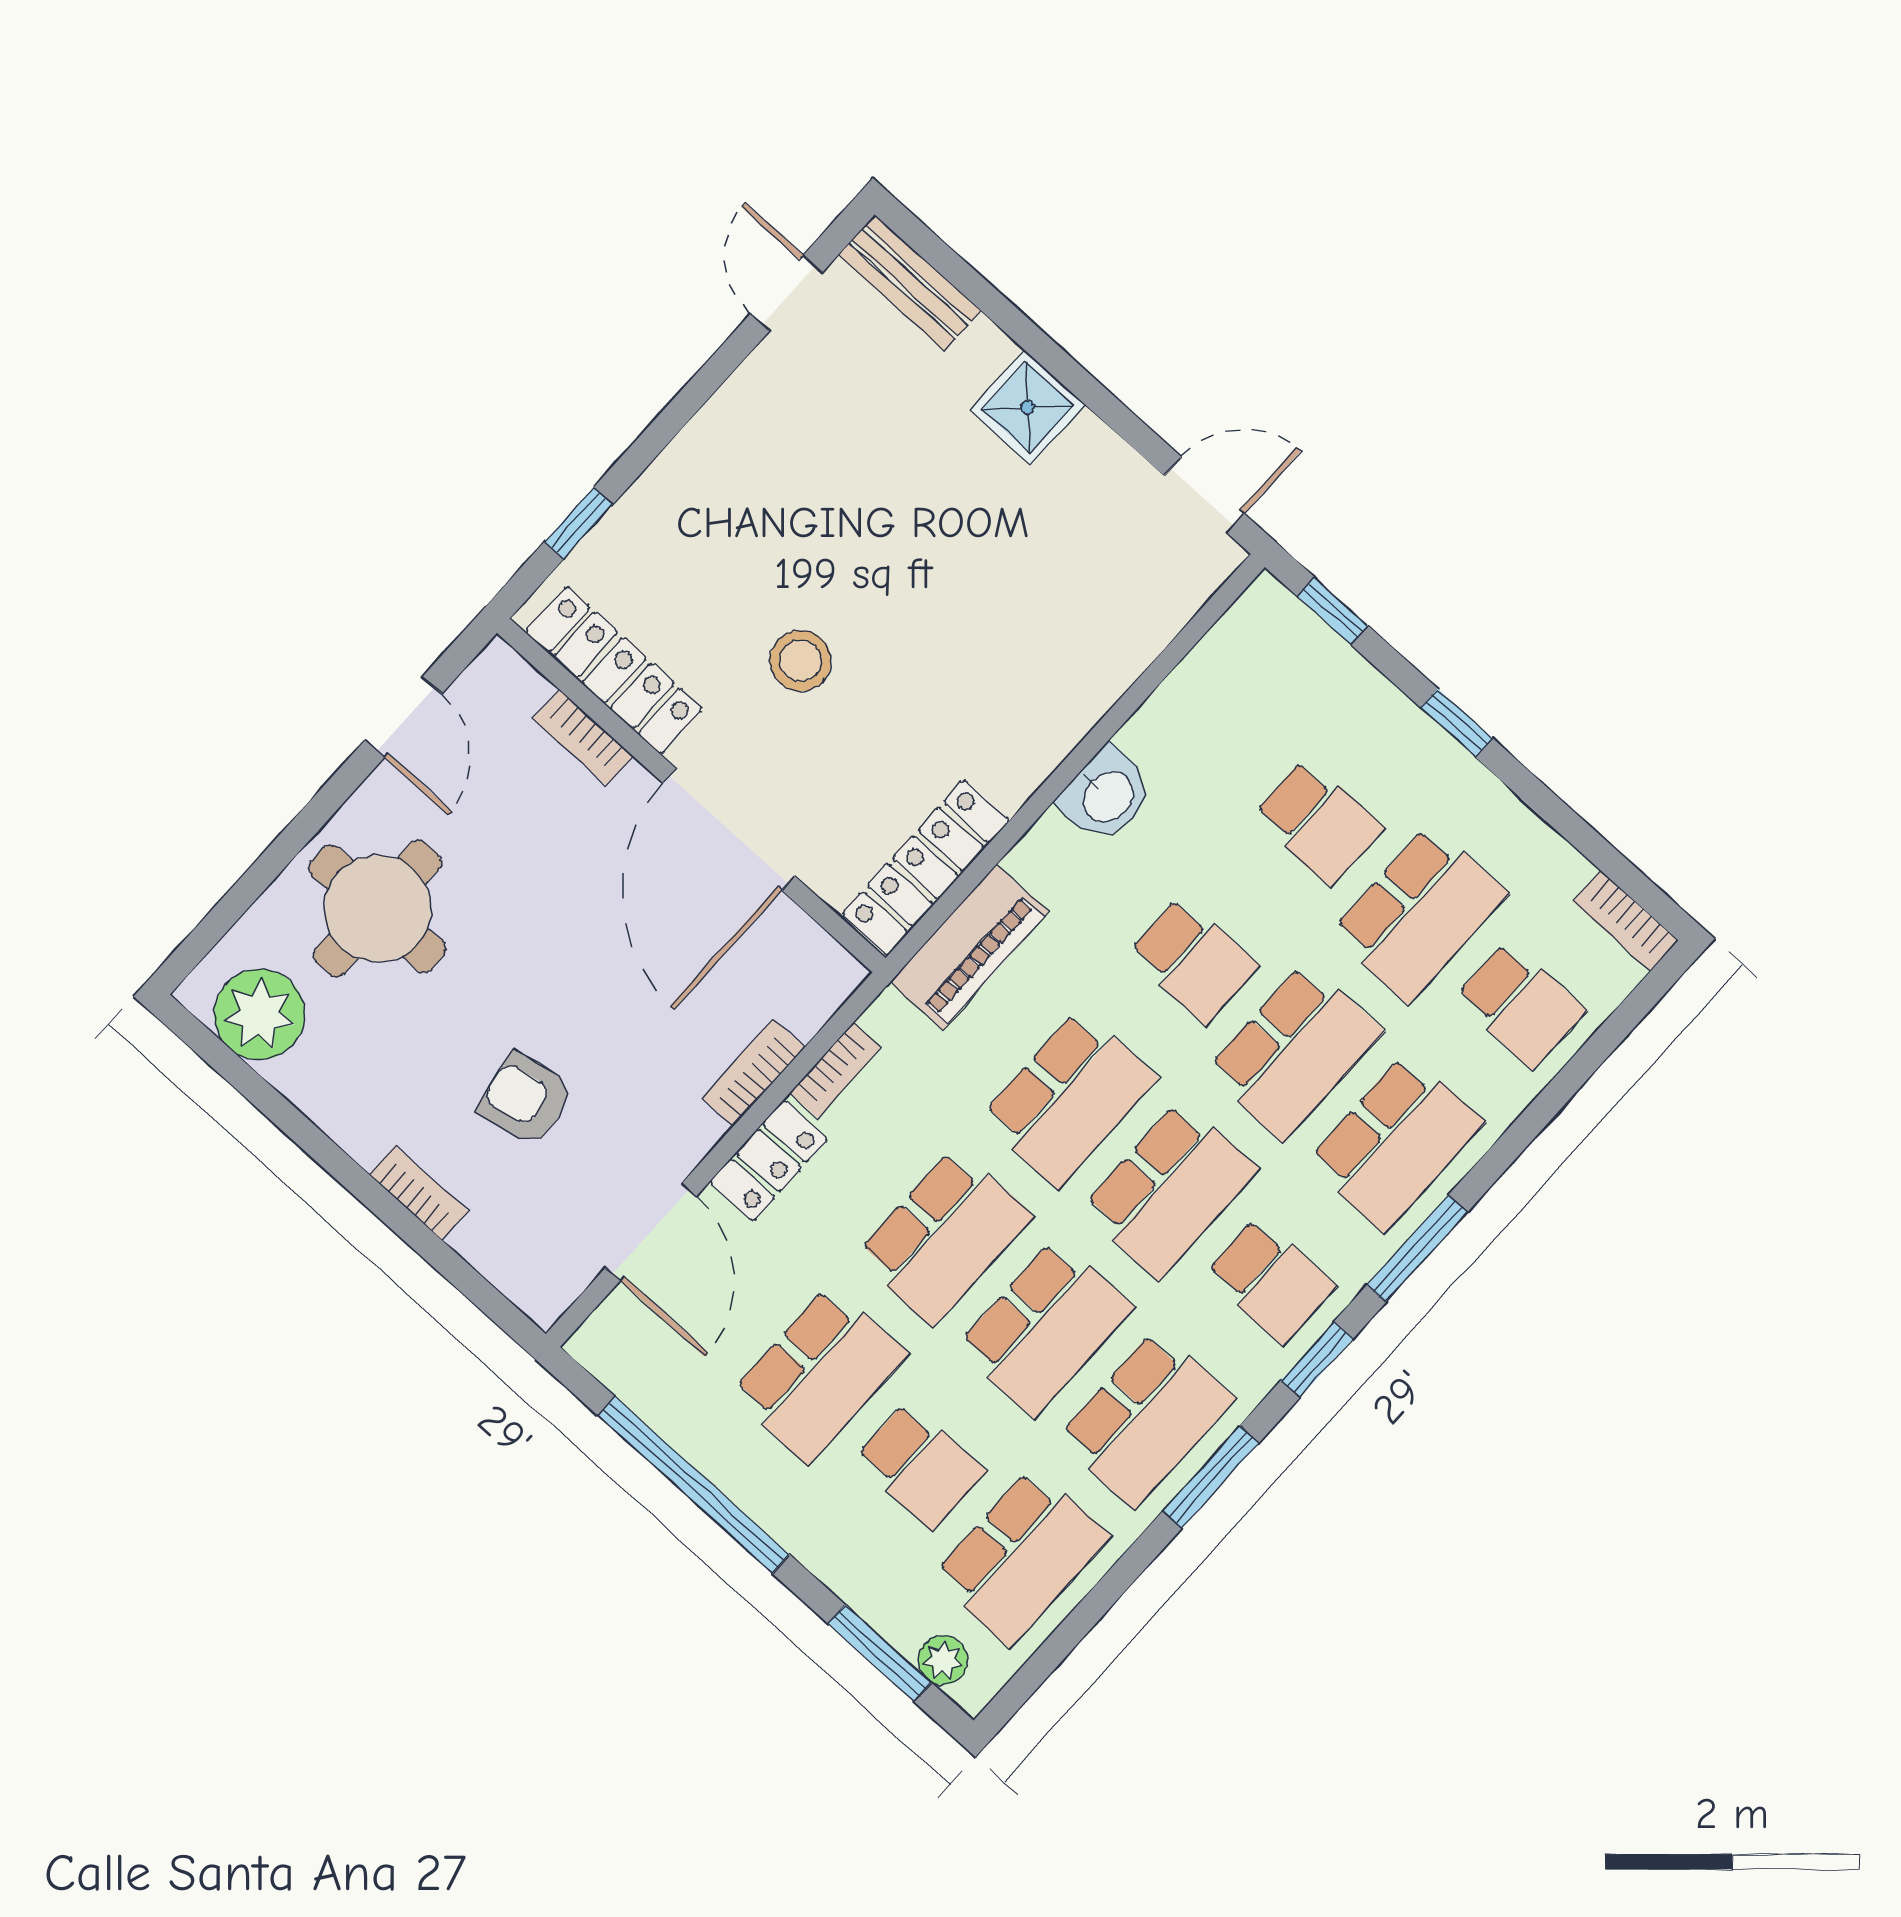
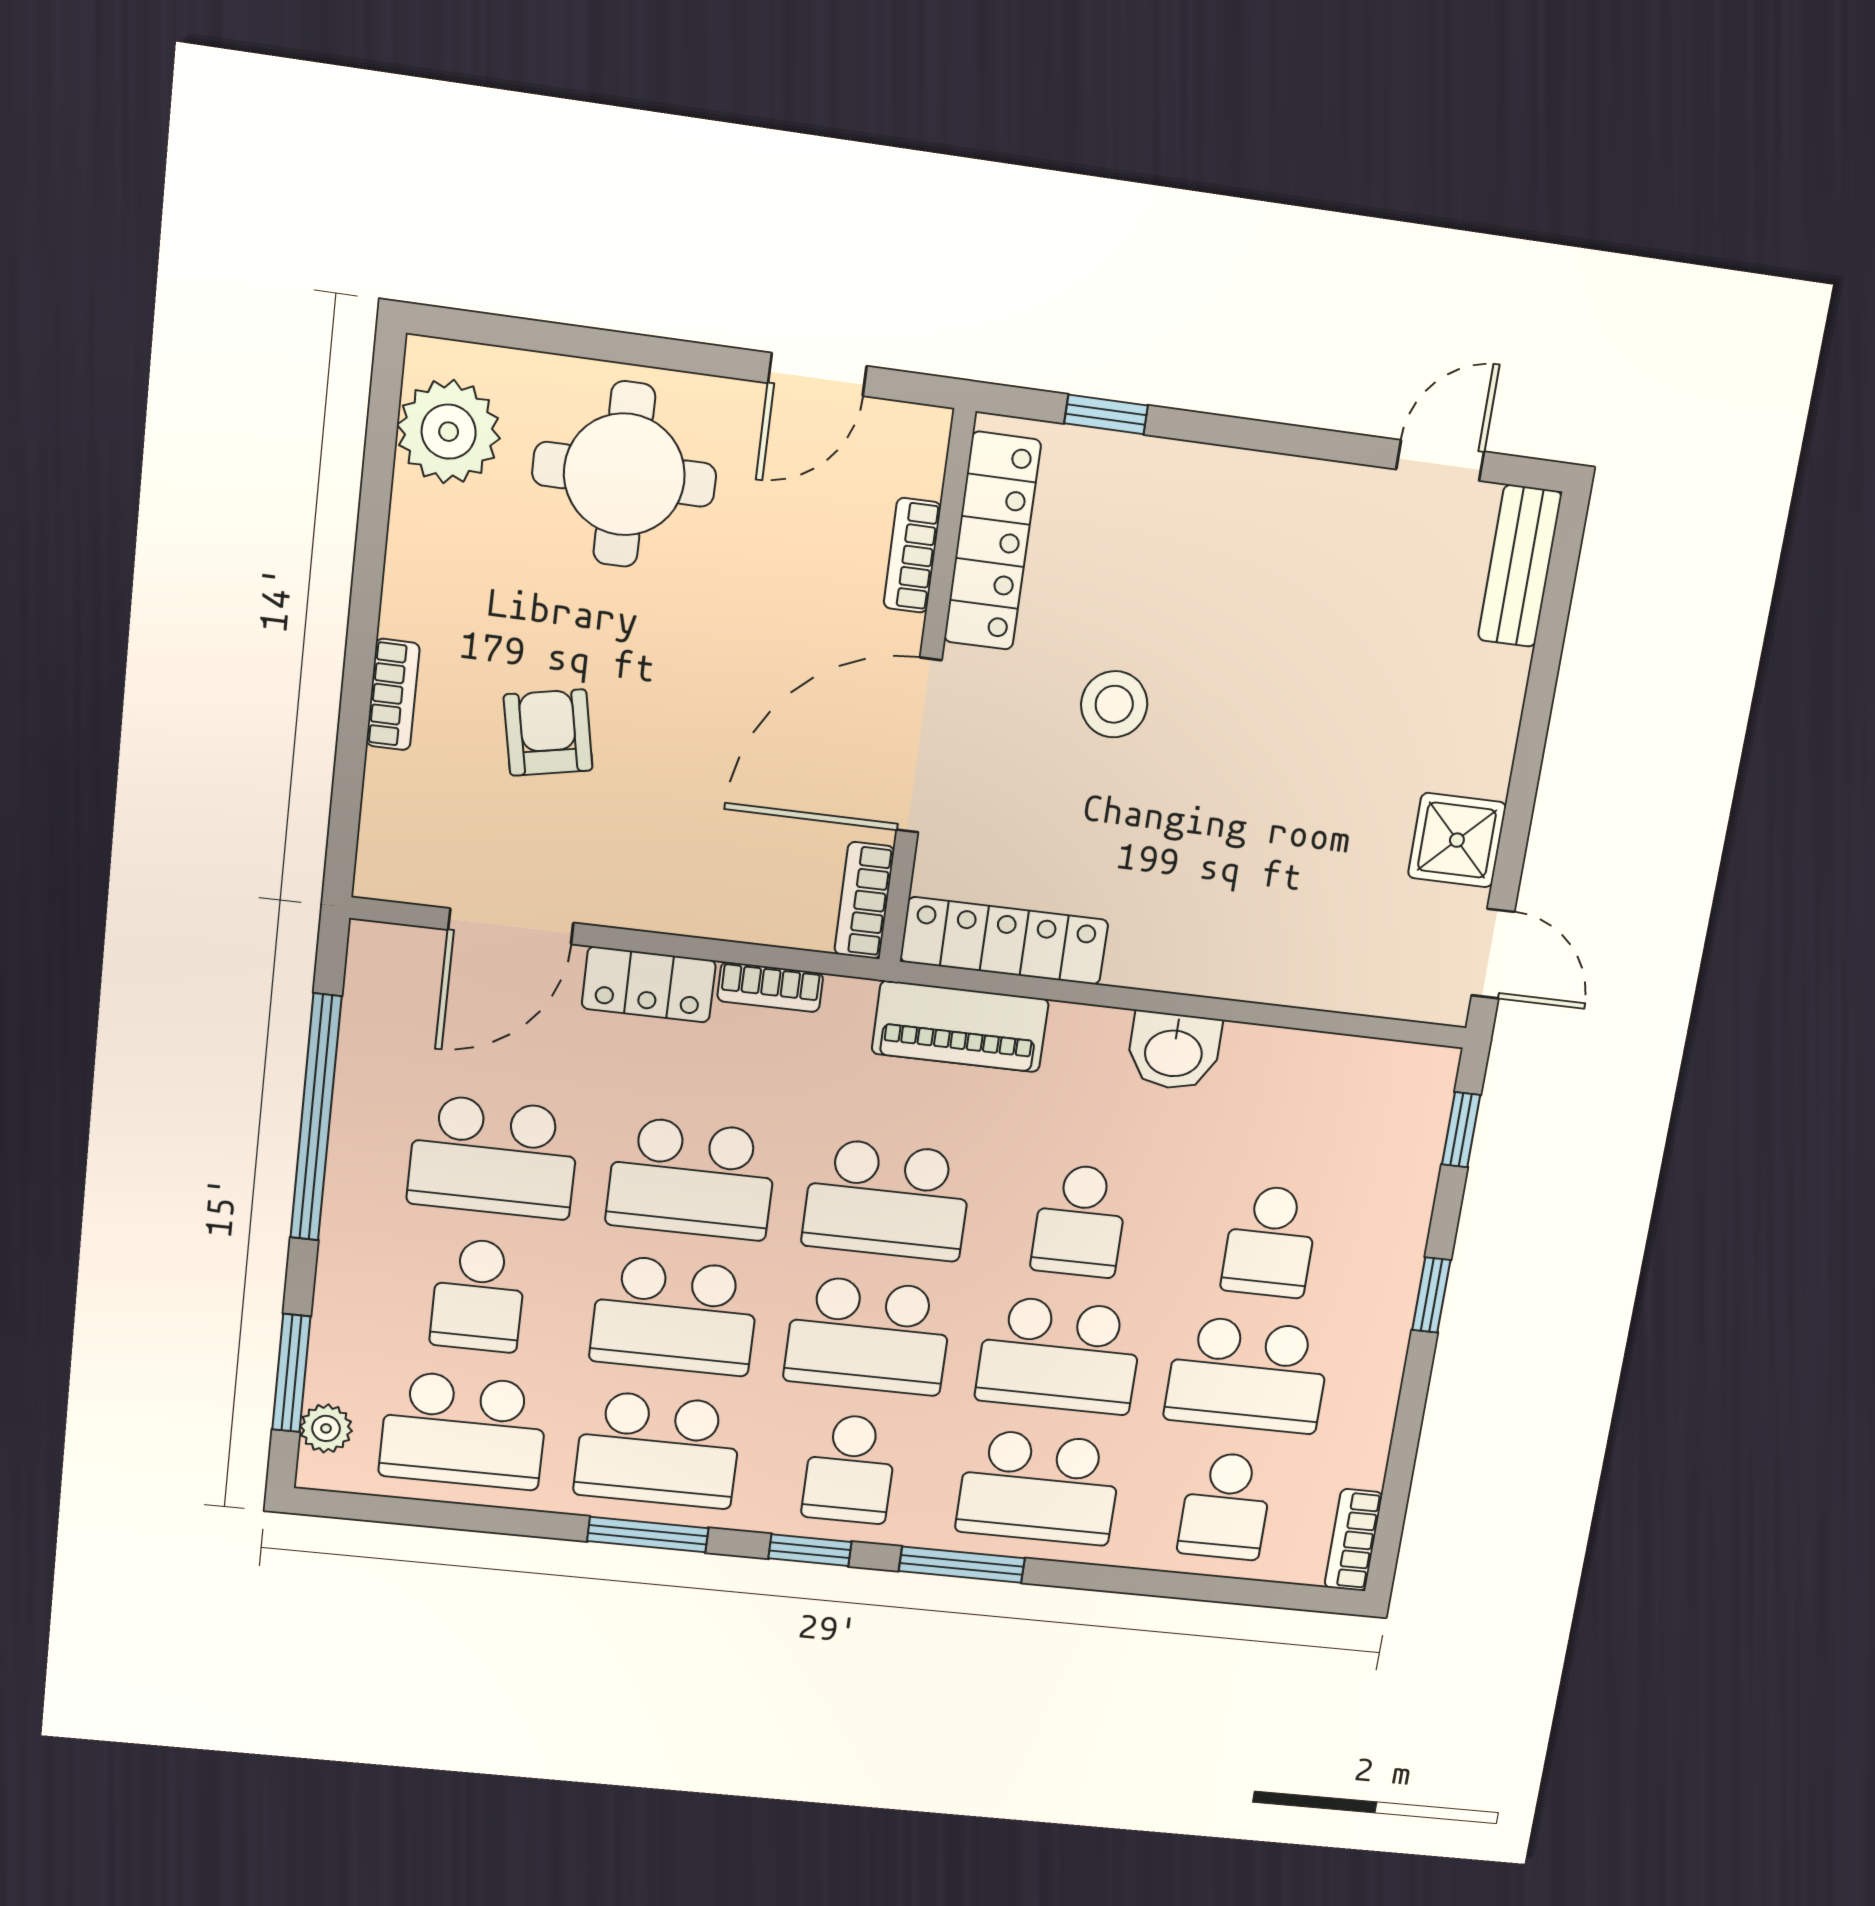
shower: (1028, 407) -> (1457, 840), moved
bookcase: (753, 1073) -> (864, 900), moved, turned -90

